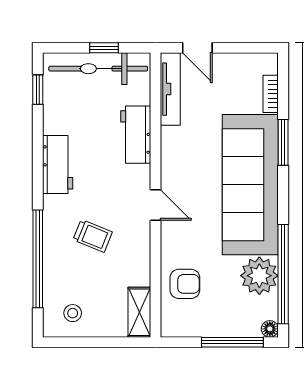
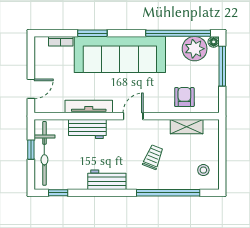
tv unit: (170, 89) -> (89, 107), moved
plant: (259, 276) -> (195, 49), moved
shelving: (139, 312) -> (187, 127), moved

